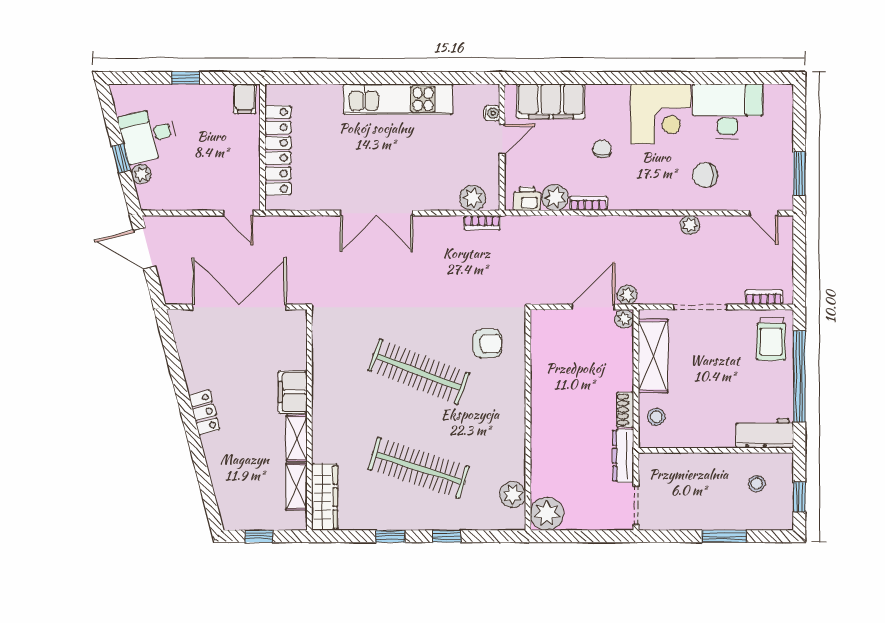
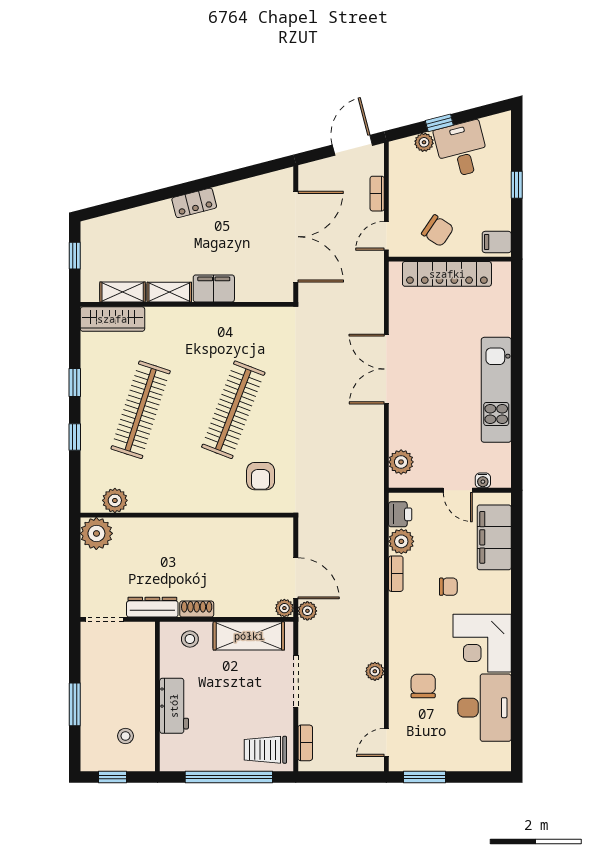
chair: (233, 160) -> (438, 231), added
bookcase: (482, 223) -> (377, 194), moved
workbench: (765, 433) -> (174, 706), moved

